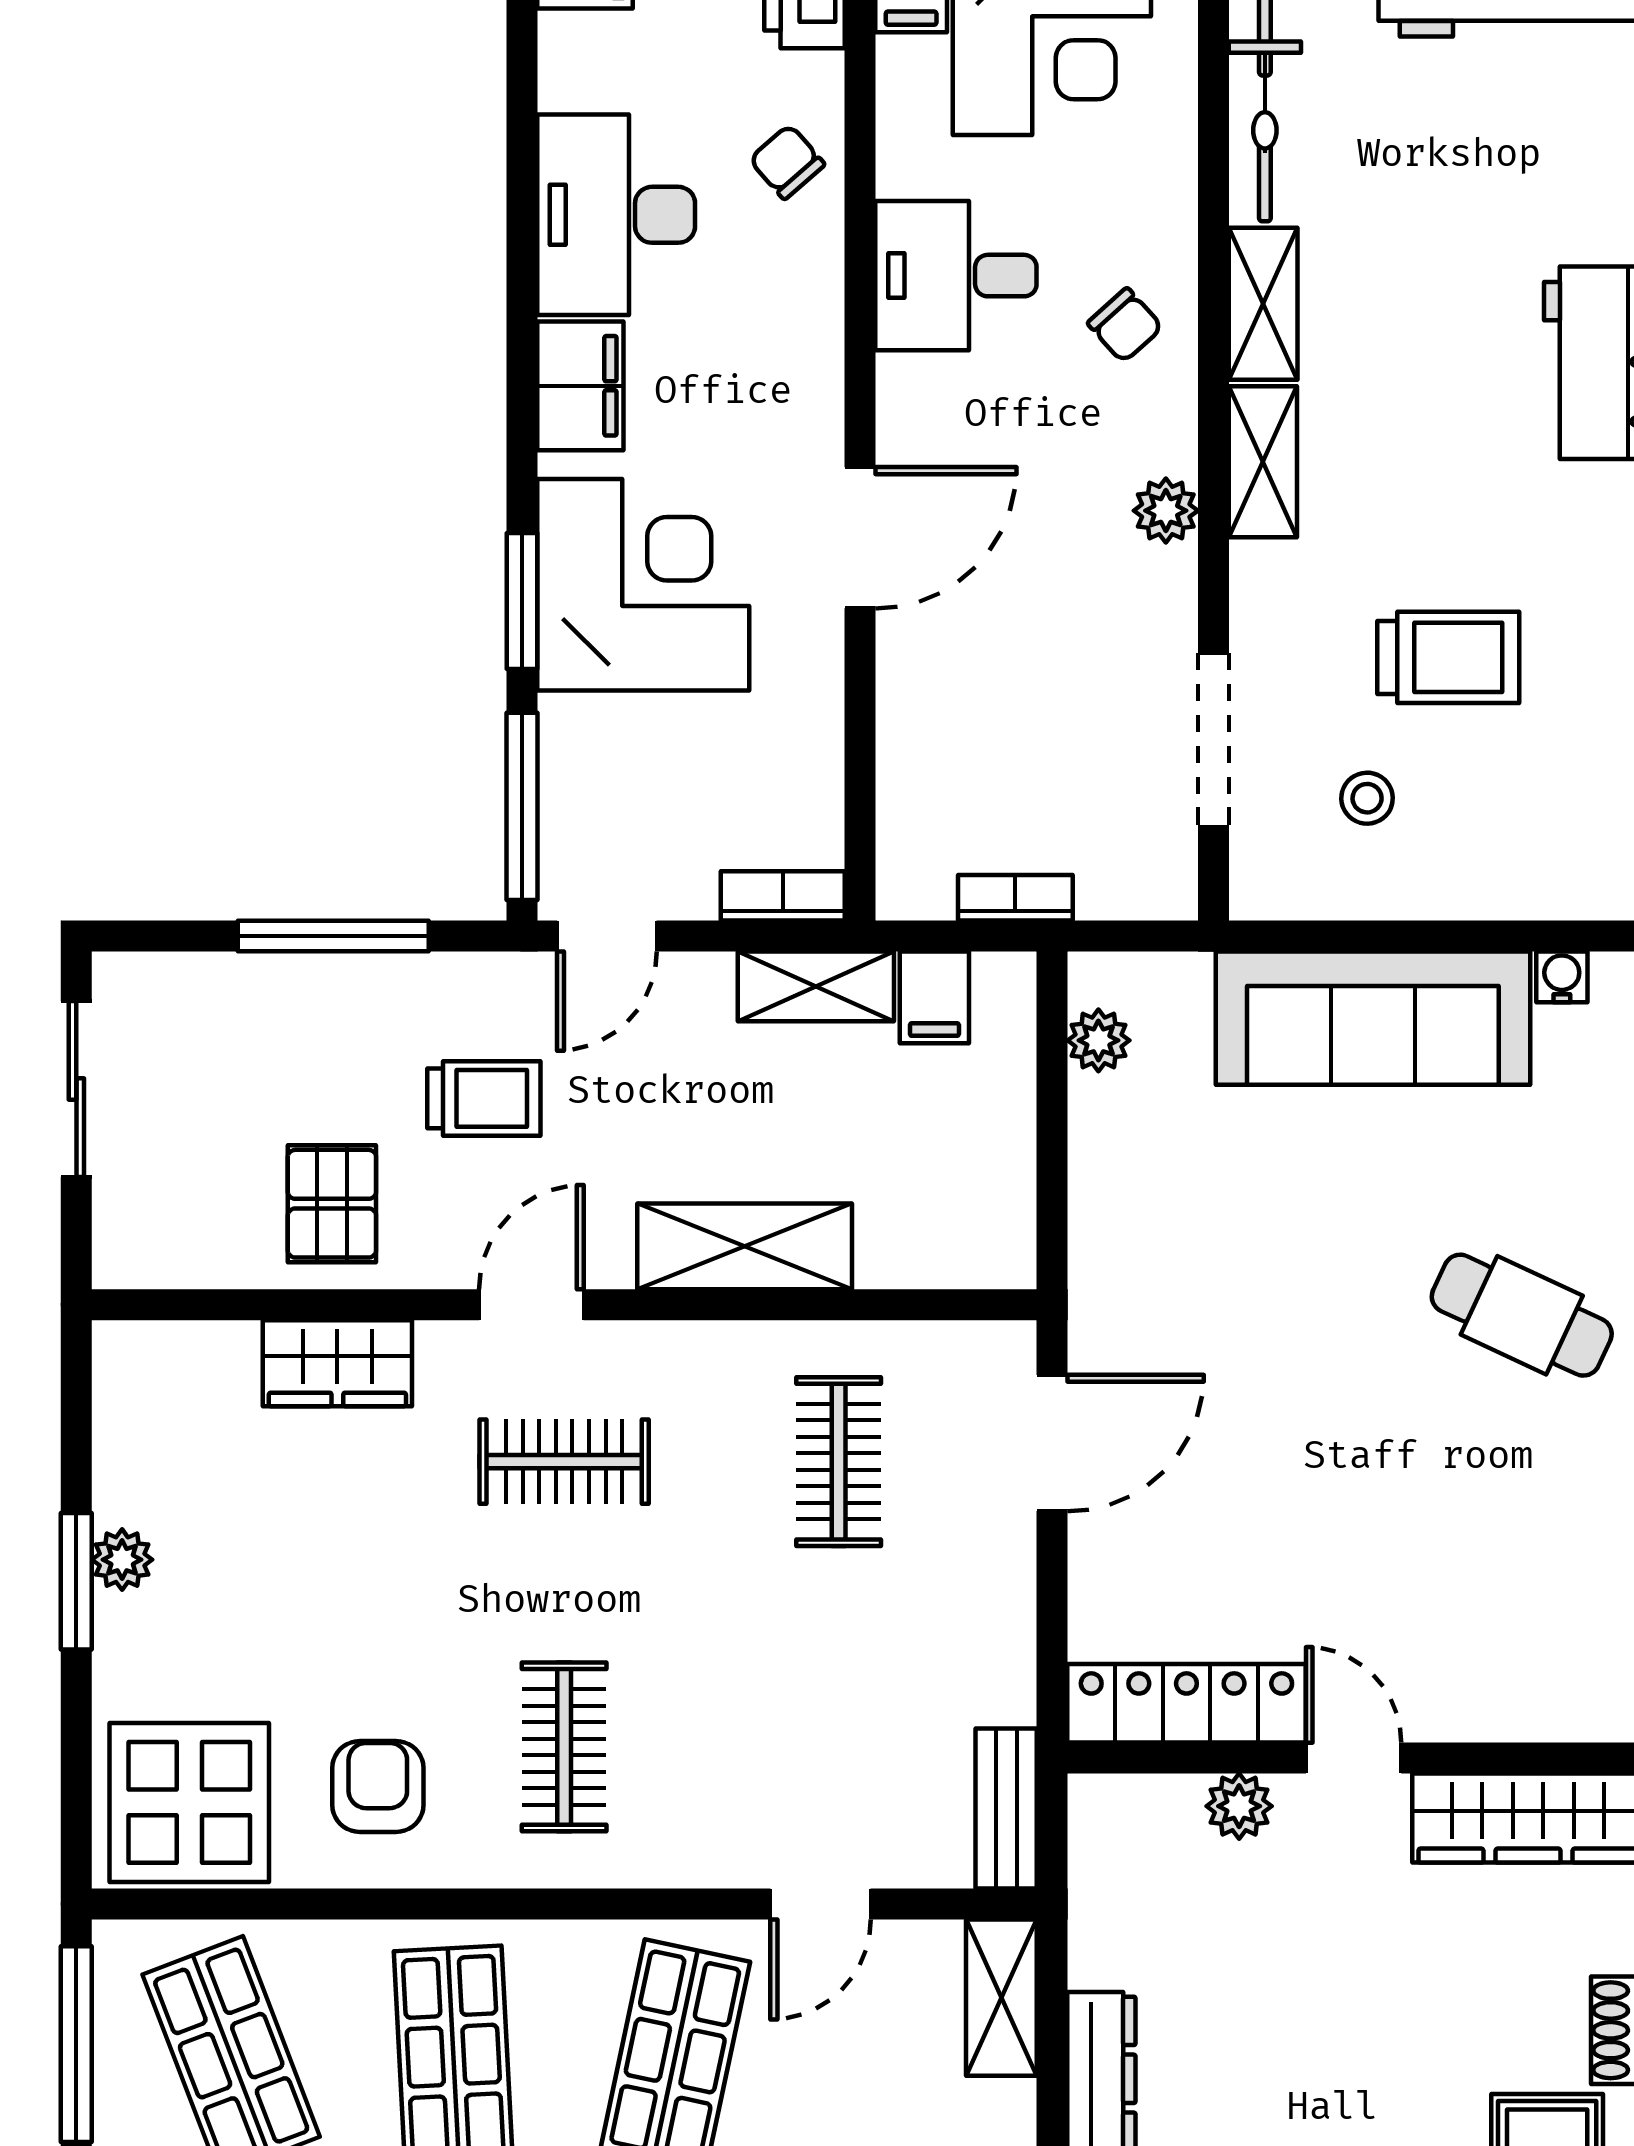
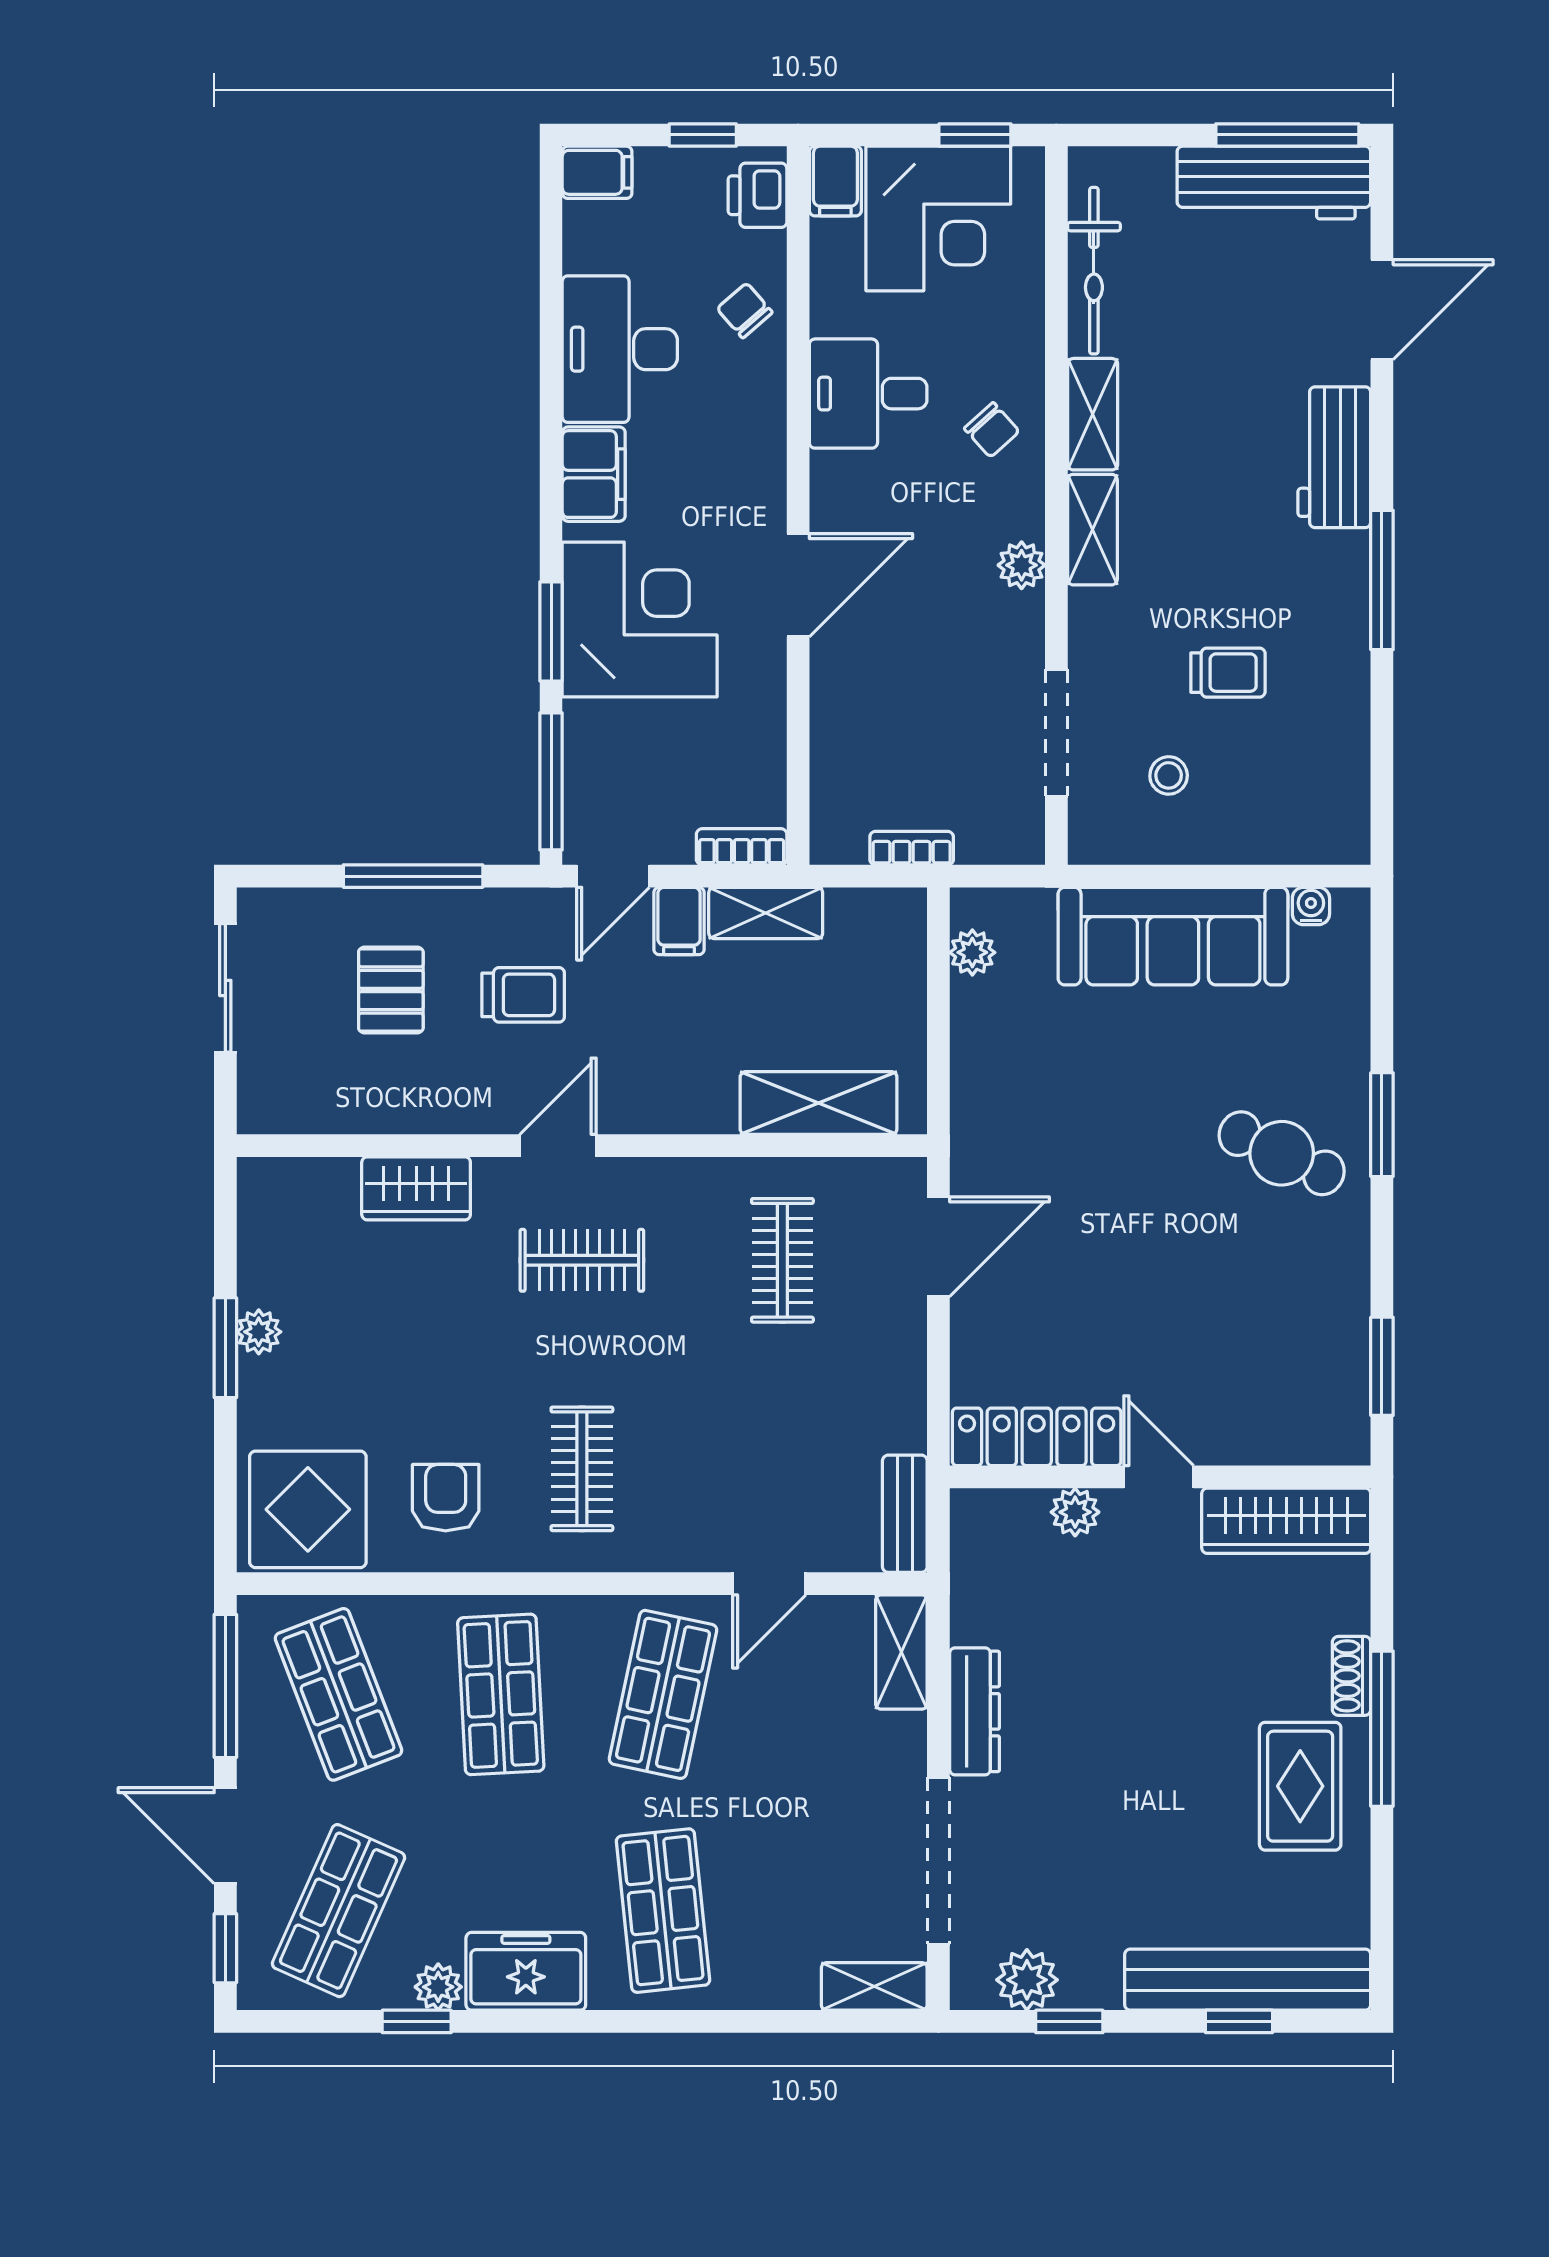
trolley: (1448, 657) -> (1228, 673), width x0.73, depth x0.72
filing cabinet: (934, 997) -> (679, 921), moved
pallet: (332, 1204) -> (391, 990), moved
shelving: (745, 1246) -> (819, 1103), moved

